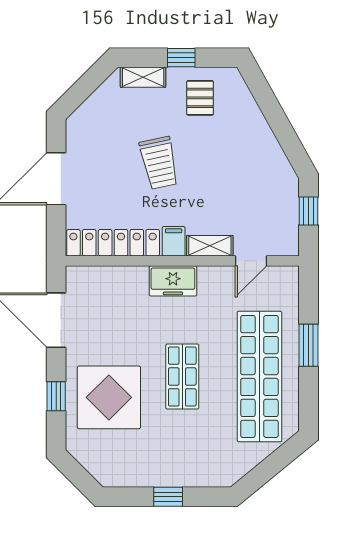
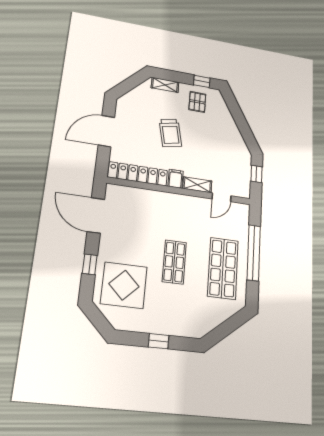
window: (181, 58) -> (202, 81), moved
freezer: (173, 281) -> (173, 202), removed
window: (308, 345) -> (254, 253), width x2.11
shop shelf: (259, 376) -> (223, 268), width x0.71
display table: (109, 397) -> (124, 285), moved

